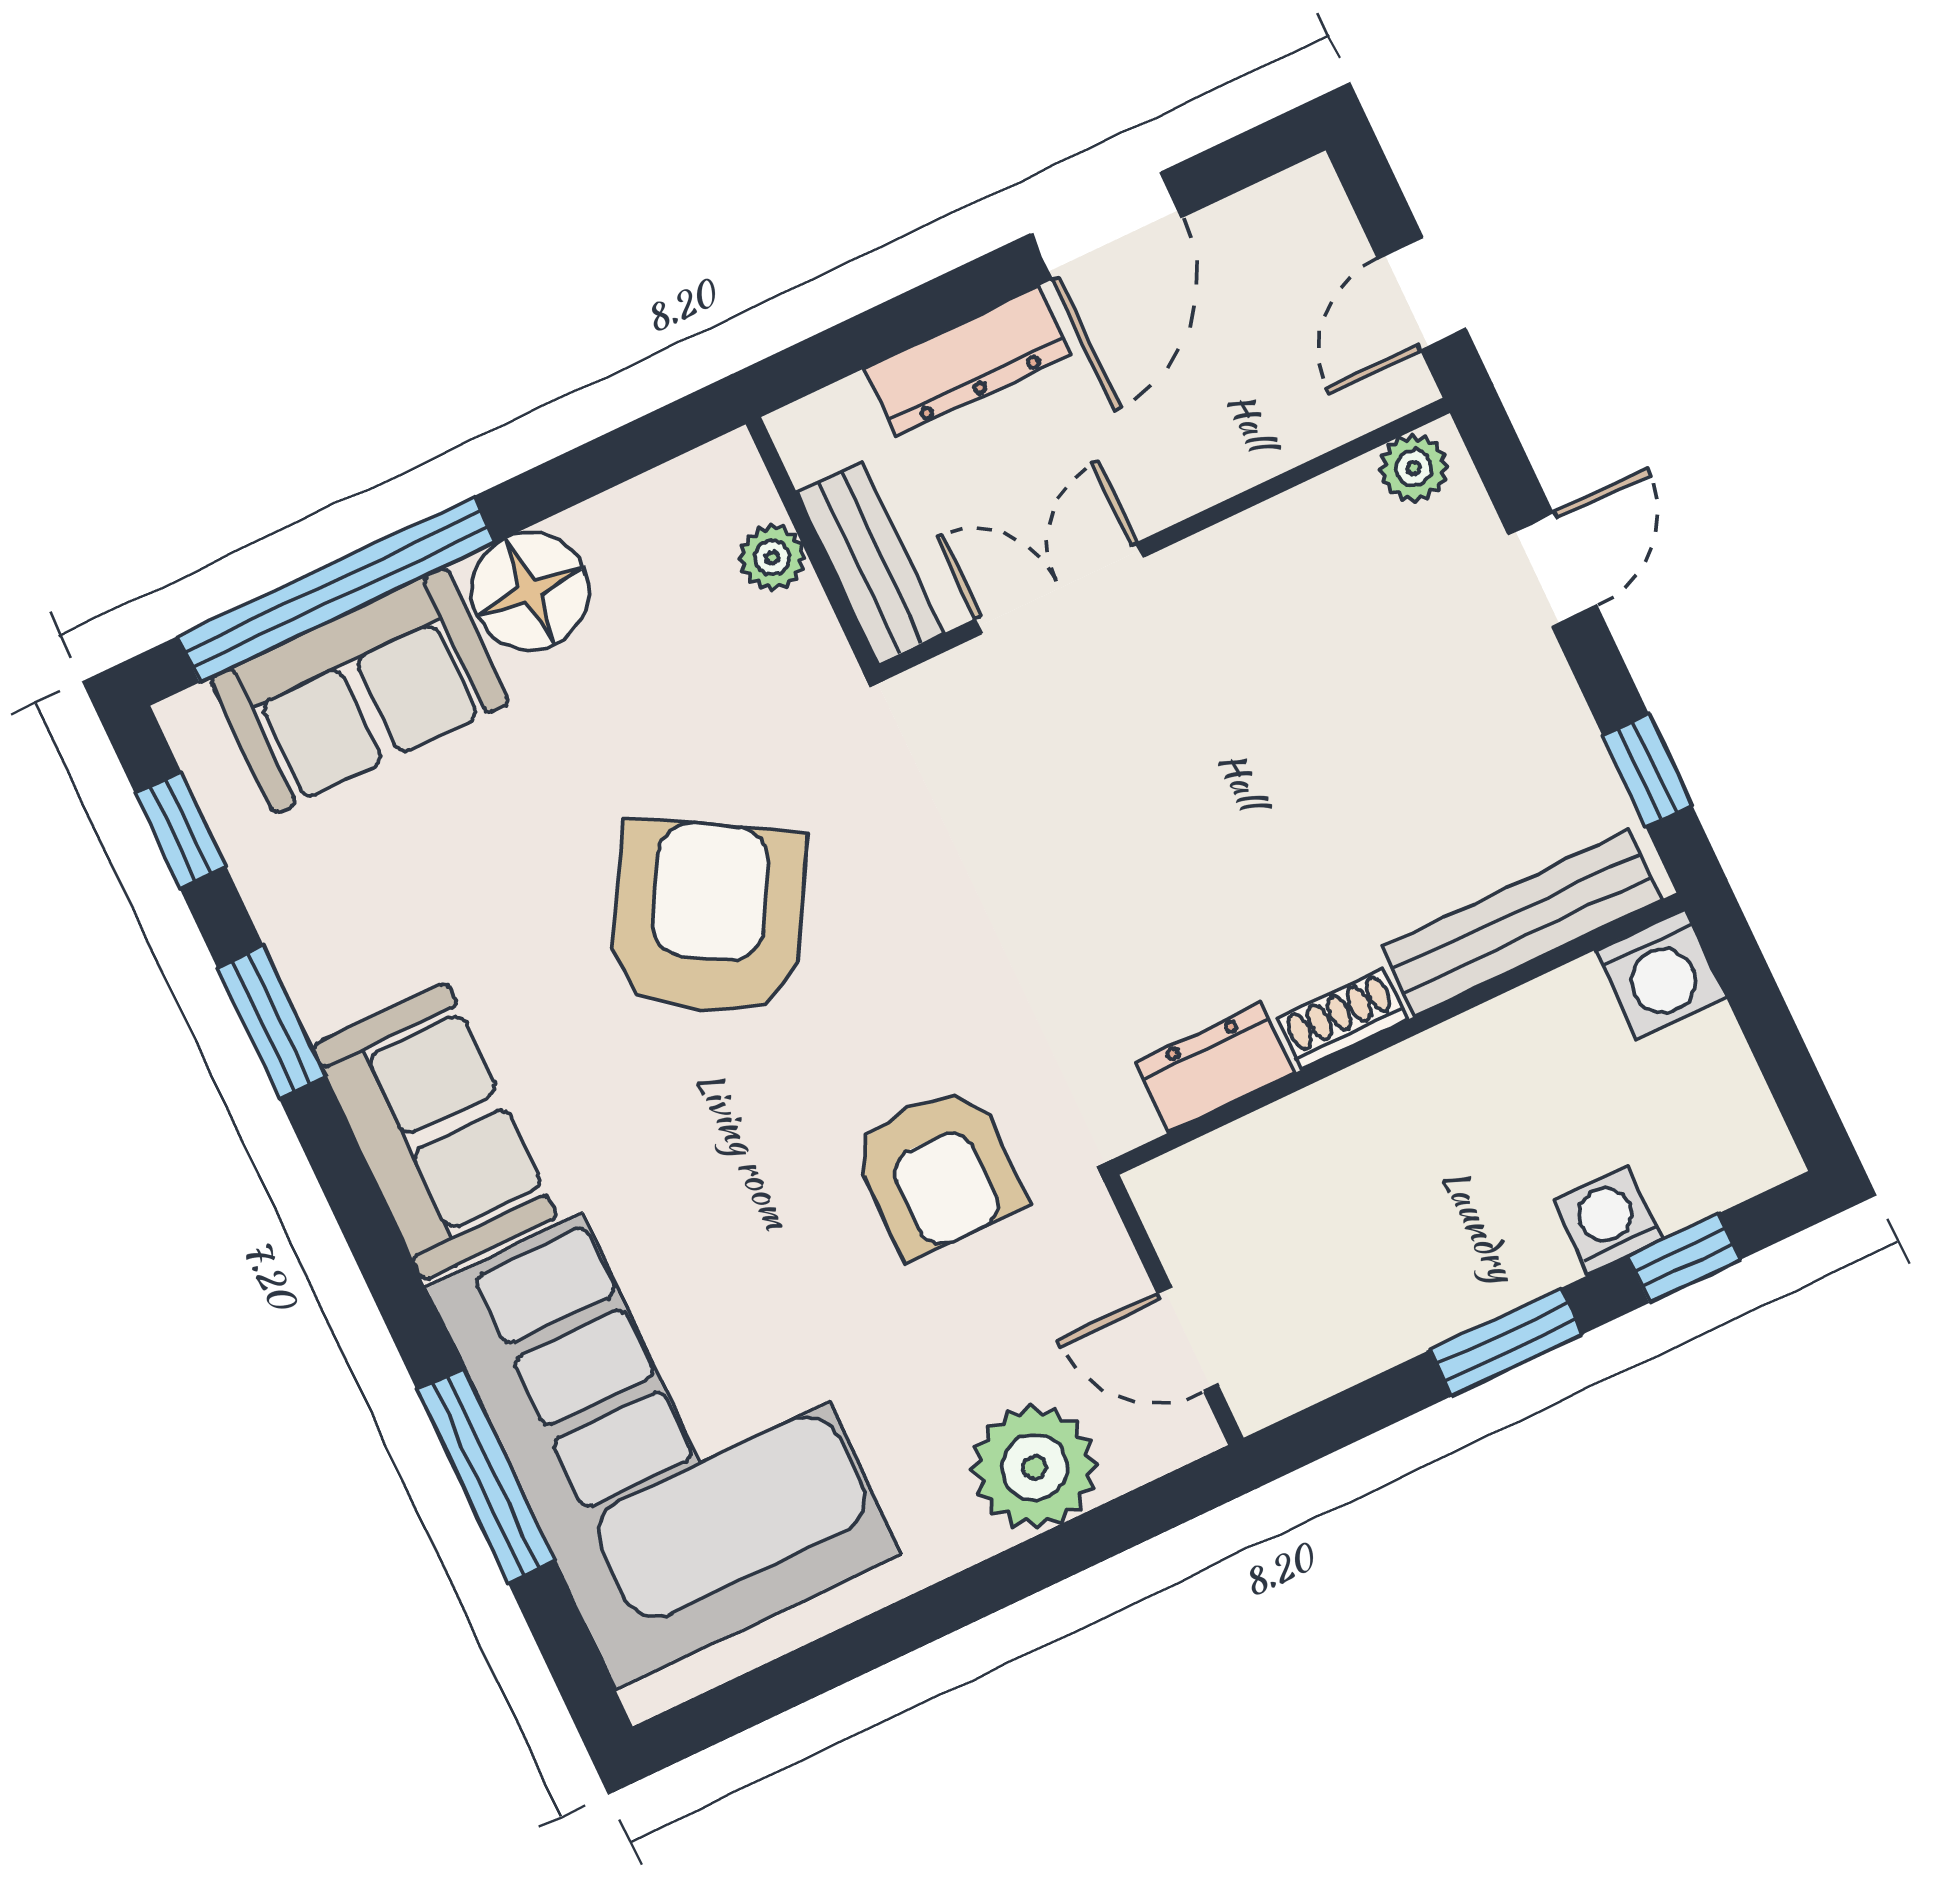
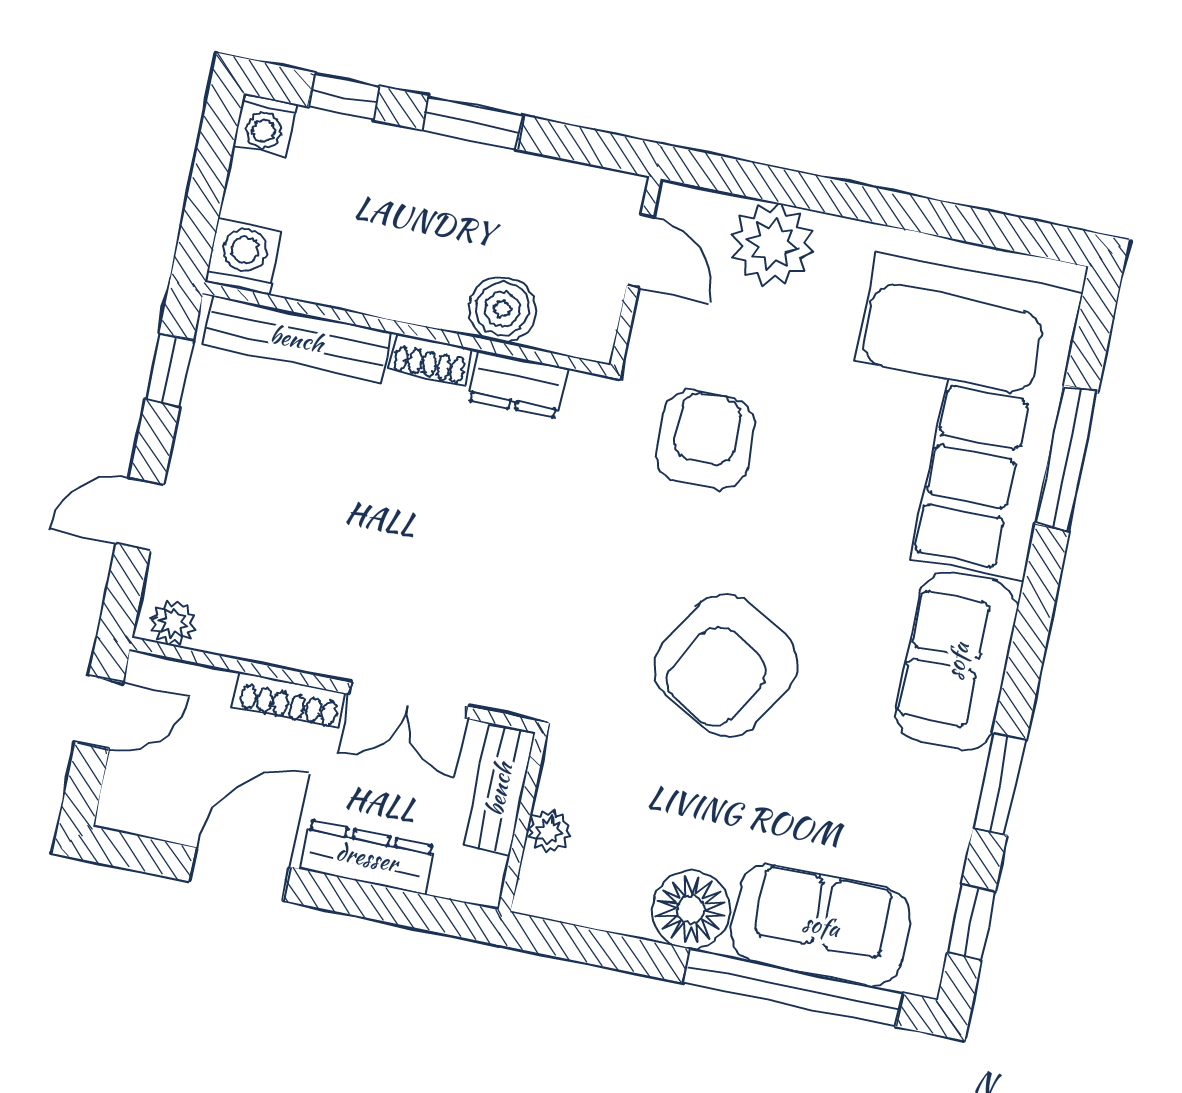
shoe rack: (1203, 480) -> (290, 700), added
boiler: (1301, 1144) -> (502, 309), added
washing machine: (1608, 1220) -> (265, 125), moved

